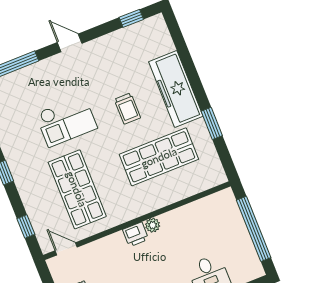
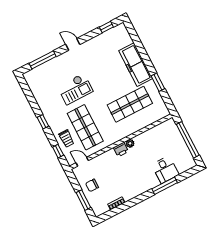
trolley: (127, 108) -> (66, 139), moved

